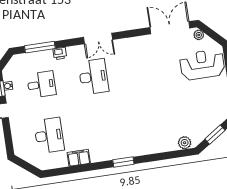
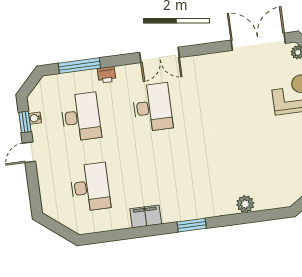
desk: (41, 84) -> (81, 117), width x1.37
plant: (185, 143) -> (245, 204), moved
filing cabinet: (79, 158) -> (146, 216), moved

